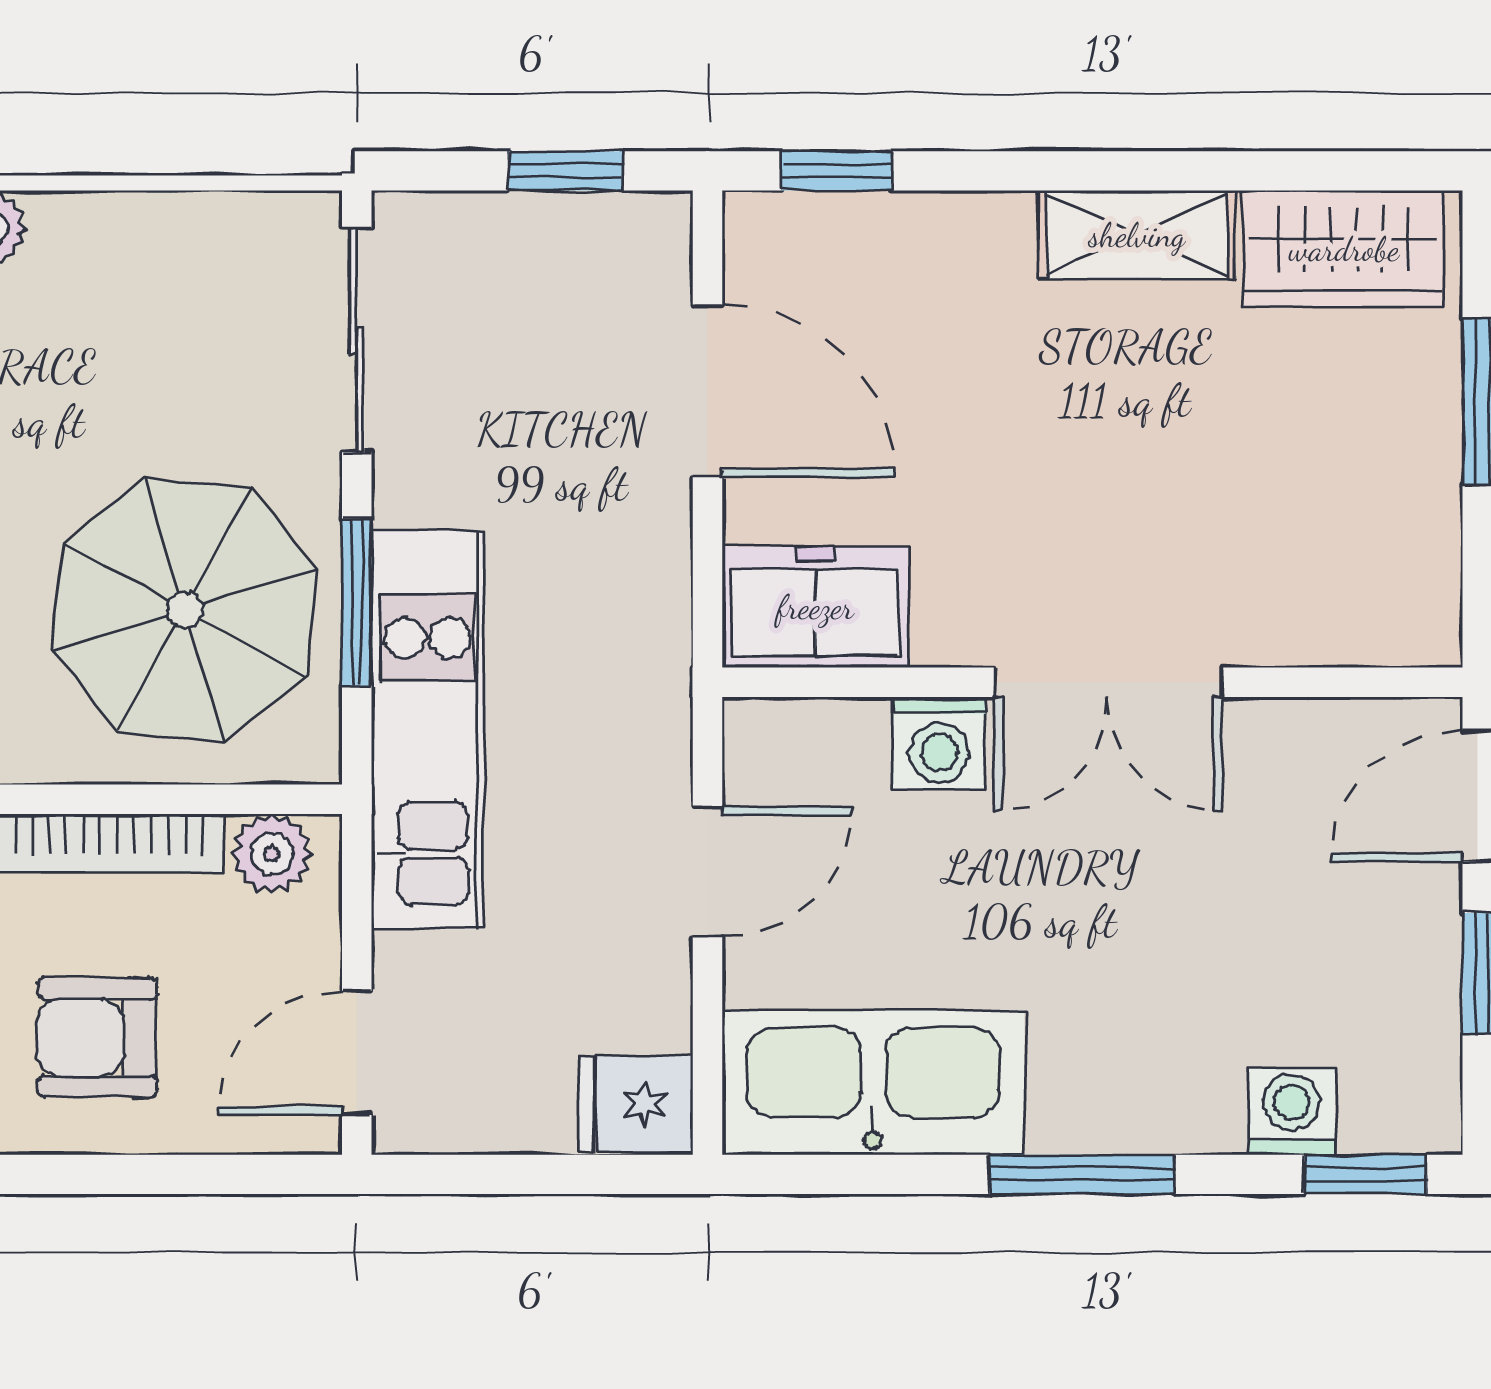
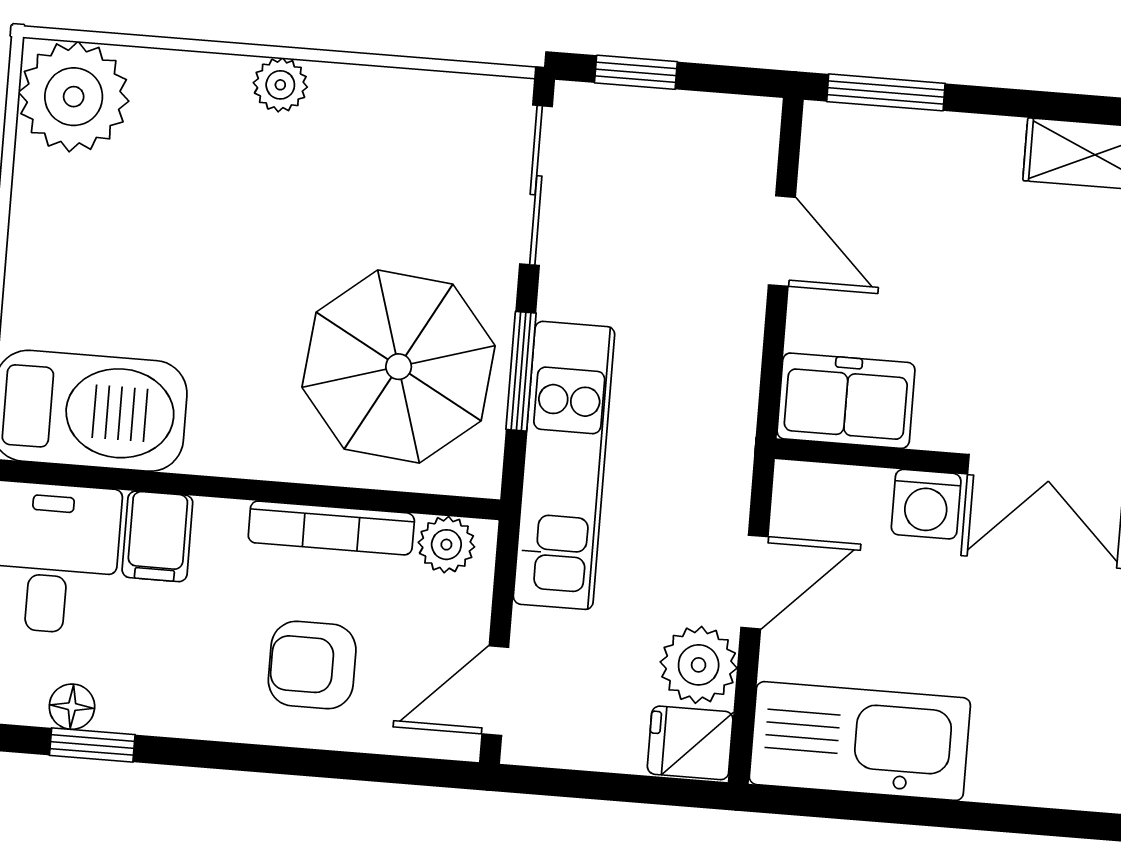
window: (566, 171) -> (636, 72), moved
window: (836, 171) -> (886, 92), width x1.50
door: (707, 391) -> (782, 241), width x0.73
plant: (639, 994) -> (699, 665), added
window: (1082, 1174) -> (1003, 818), removed

